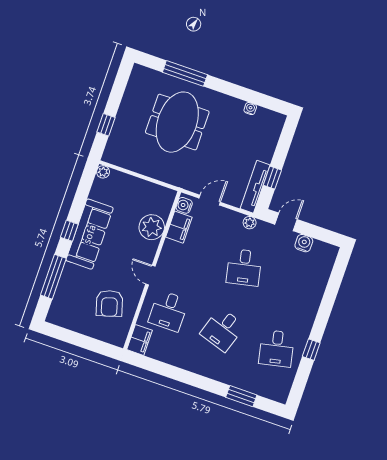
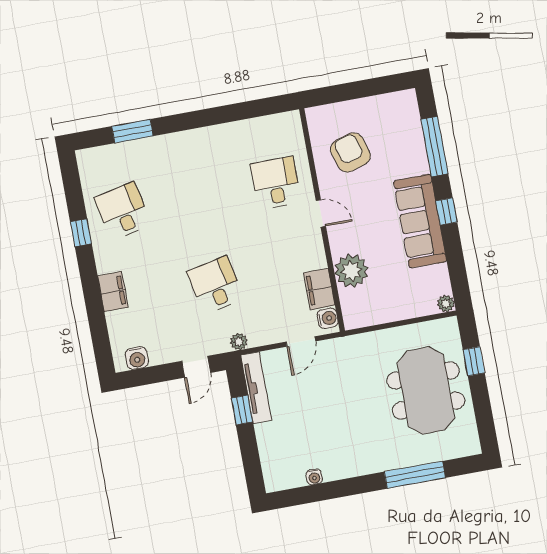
meeting table: (177, 122) -> (426, 390), moved
water cooler: (304, 243) -> (137, 358), moved
desk: (222, 330) -> (199, 197), removed
filing cabinet: (139, 340) -> (113, 292), moved, turned 180

